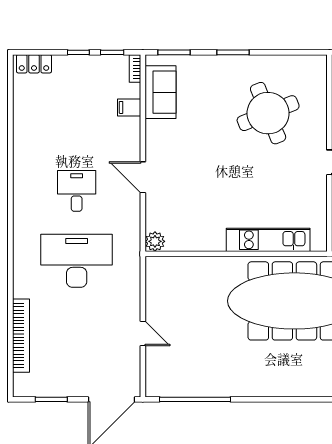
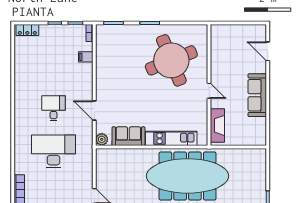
sofa: (160, 92) -> (128, 136), moved, turned -90
round table: (268, 113) -> (171, 60), width x1.36, depth x1.36
door: (143, 177) -> (94, 111), moved

